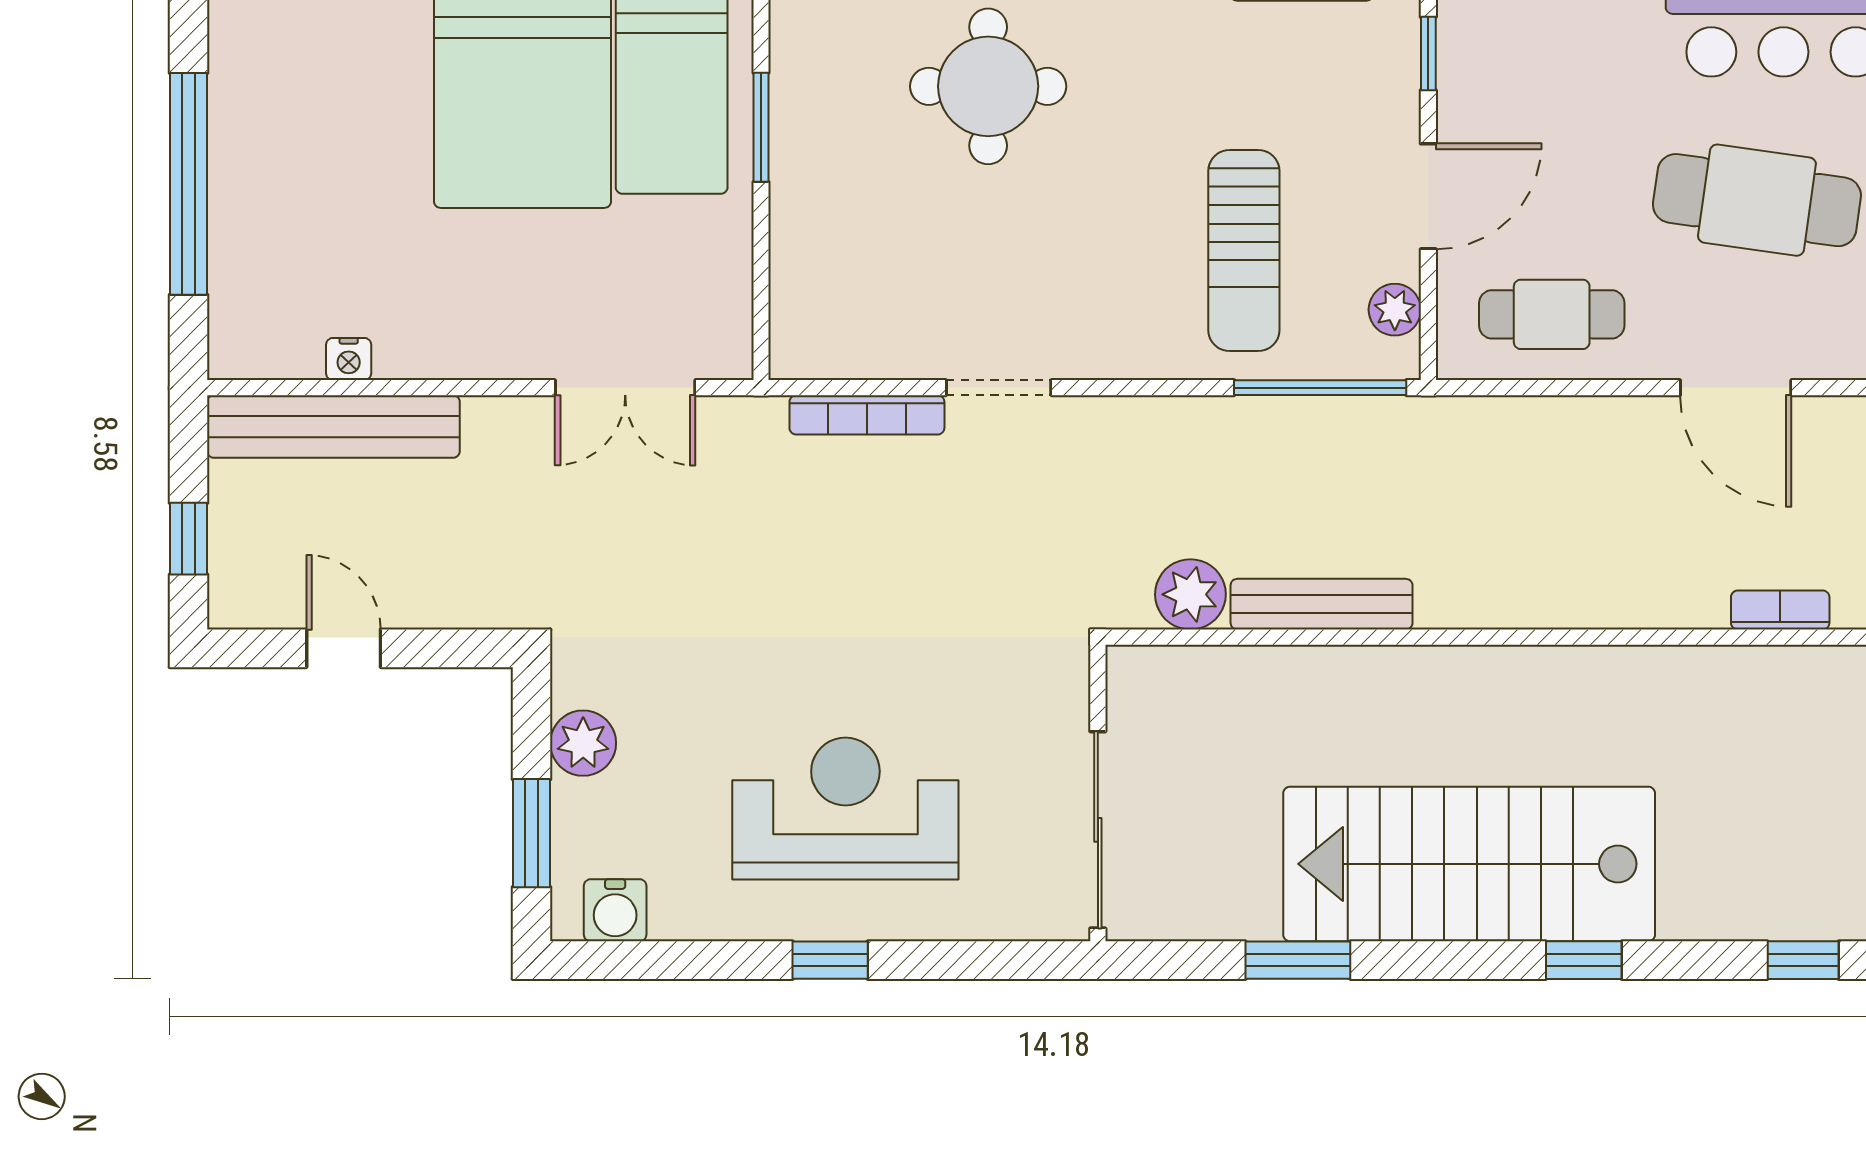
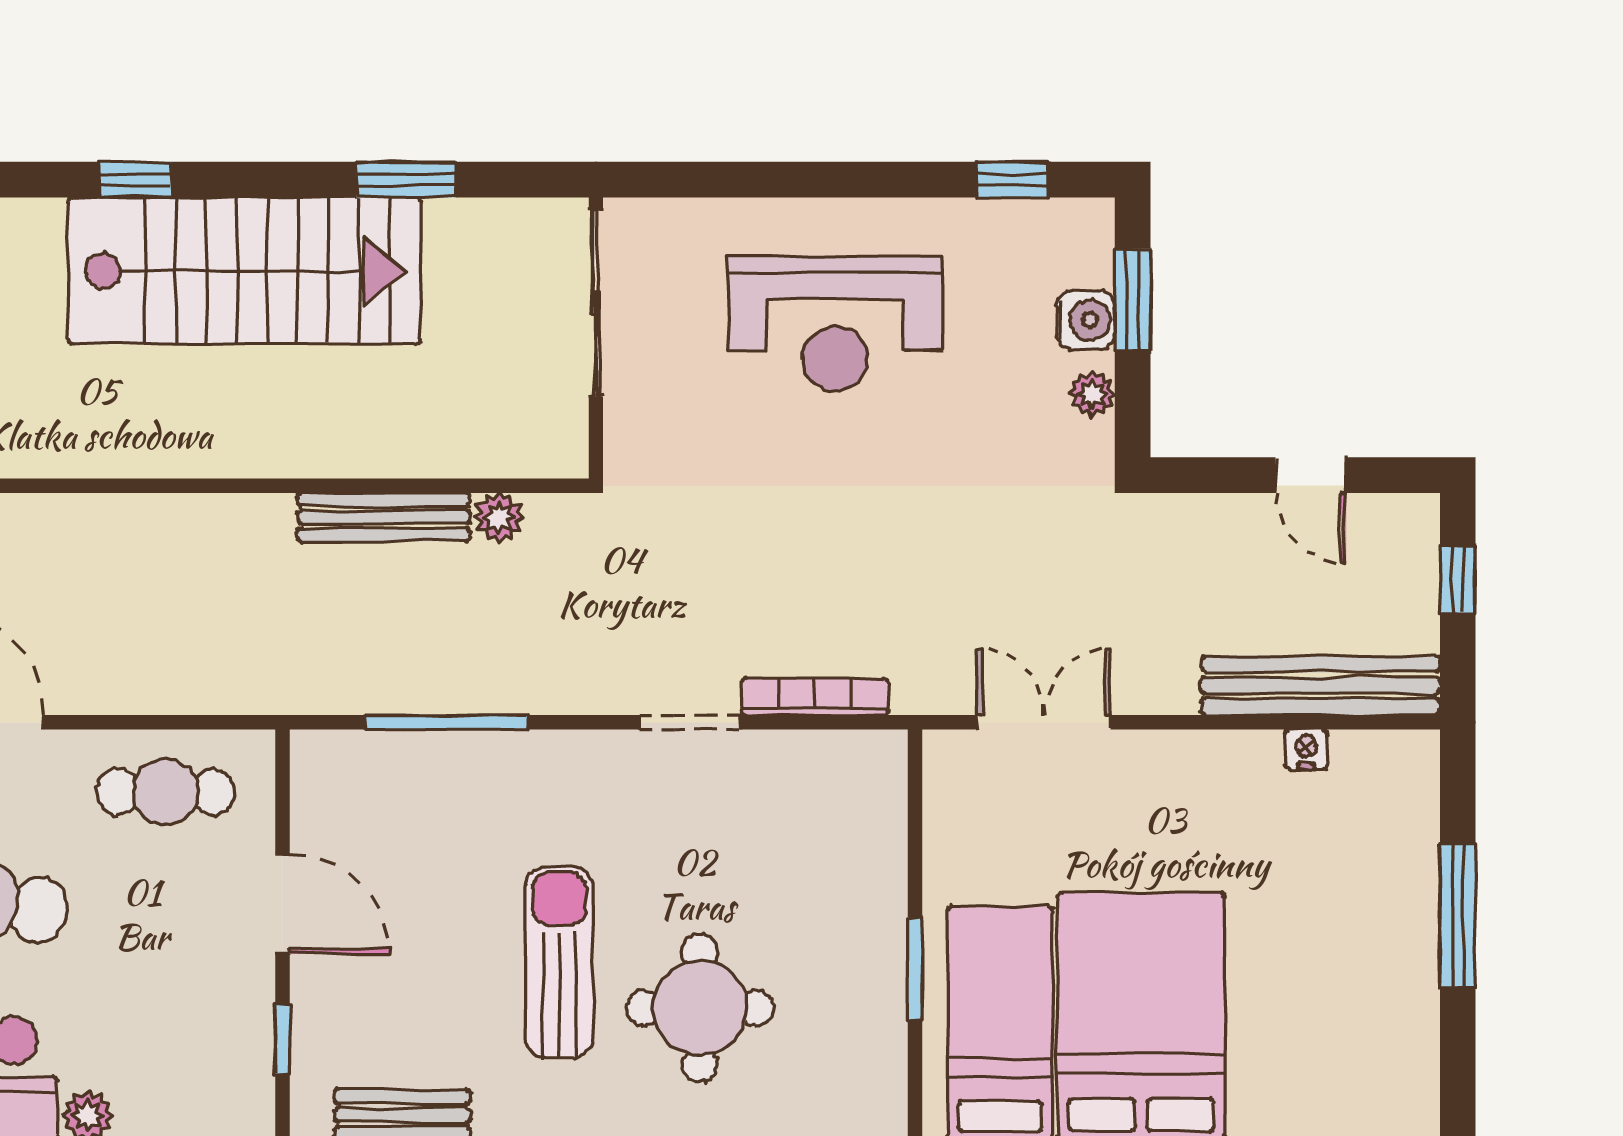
window: (189, 184) -> (1458, 915), width x0.68
door: (1428, 196) -> (283, 904), swing flipped
sun lounger: (1244, 251) -> (559, 962), moved
plant: (1395, 310) -> (314, 796), removed
window: (1320, 388) -> (446, 722), moved
plant: (1190, 594) -> (499, 517), width x0.73, depth x0.73
plant: (583, 743) -> (1092, 394), width x0.73, depth x0.73
water cooler: (615, 910) -> (1085, 320), moved, turned 90
window: (830, 960) -> (1013, 180), moved

